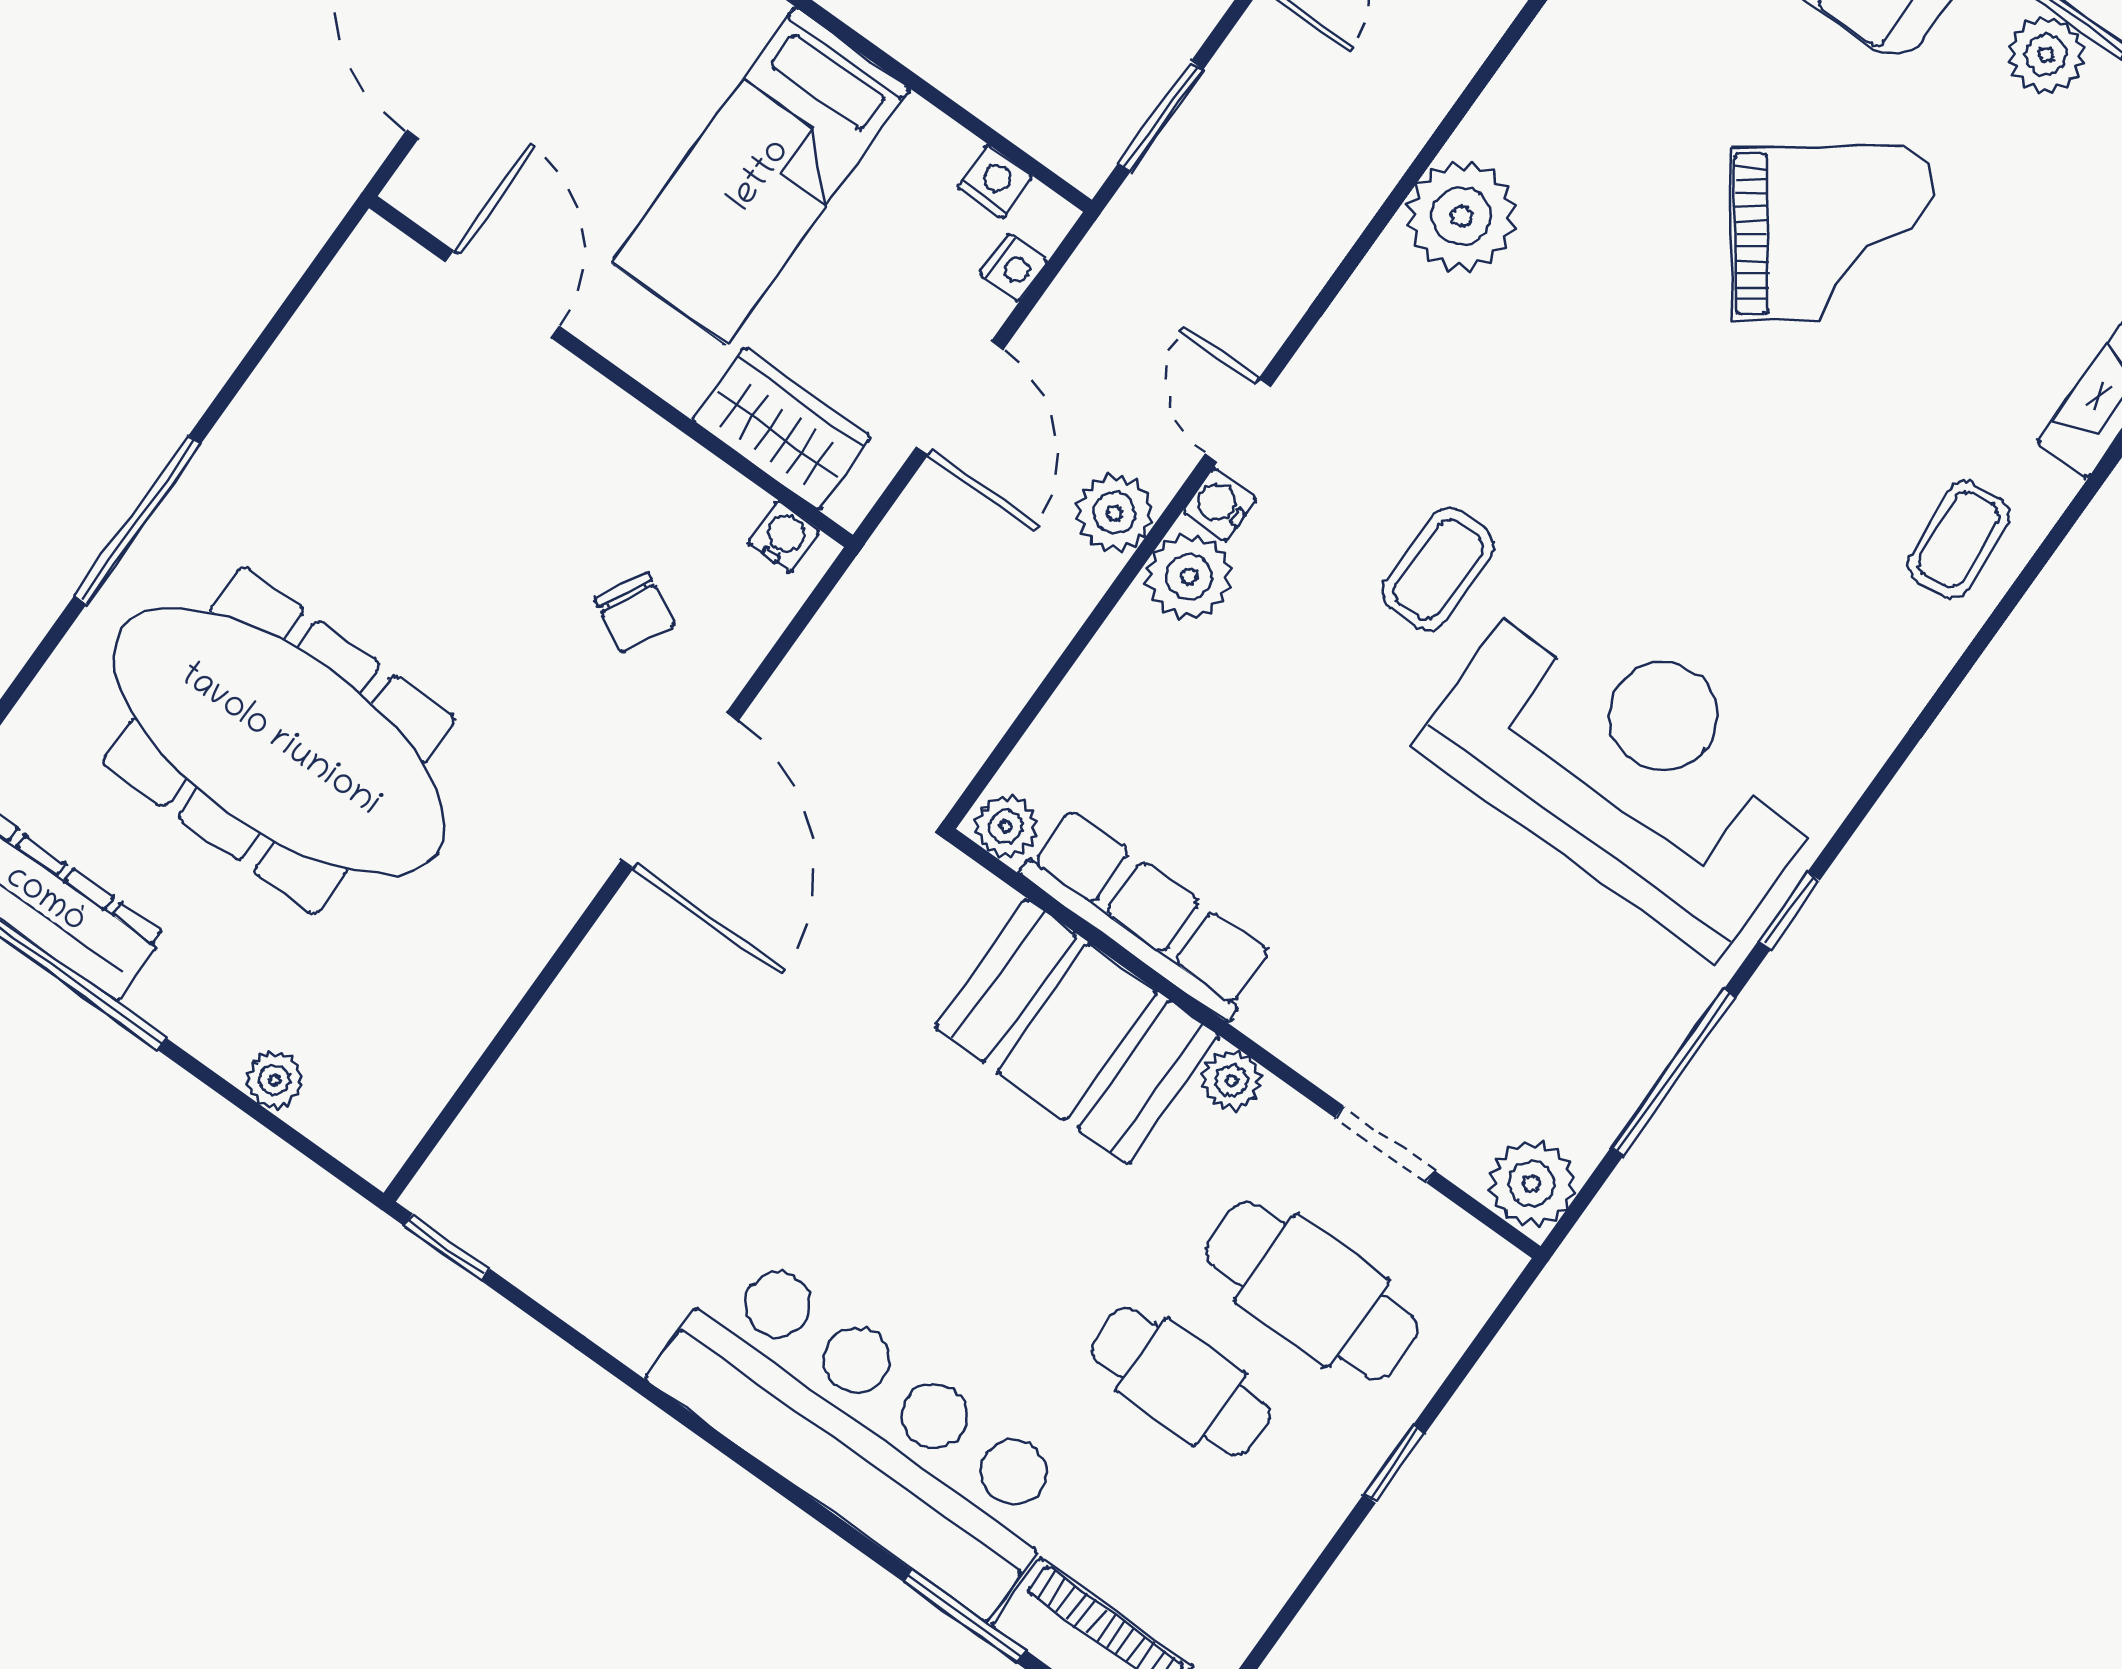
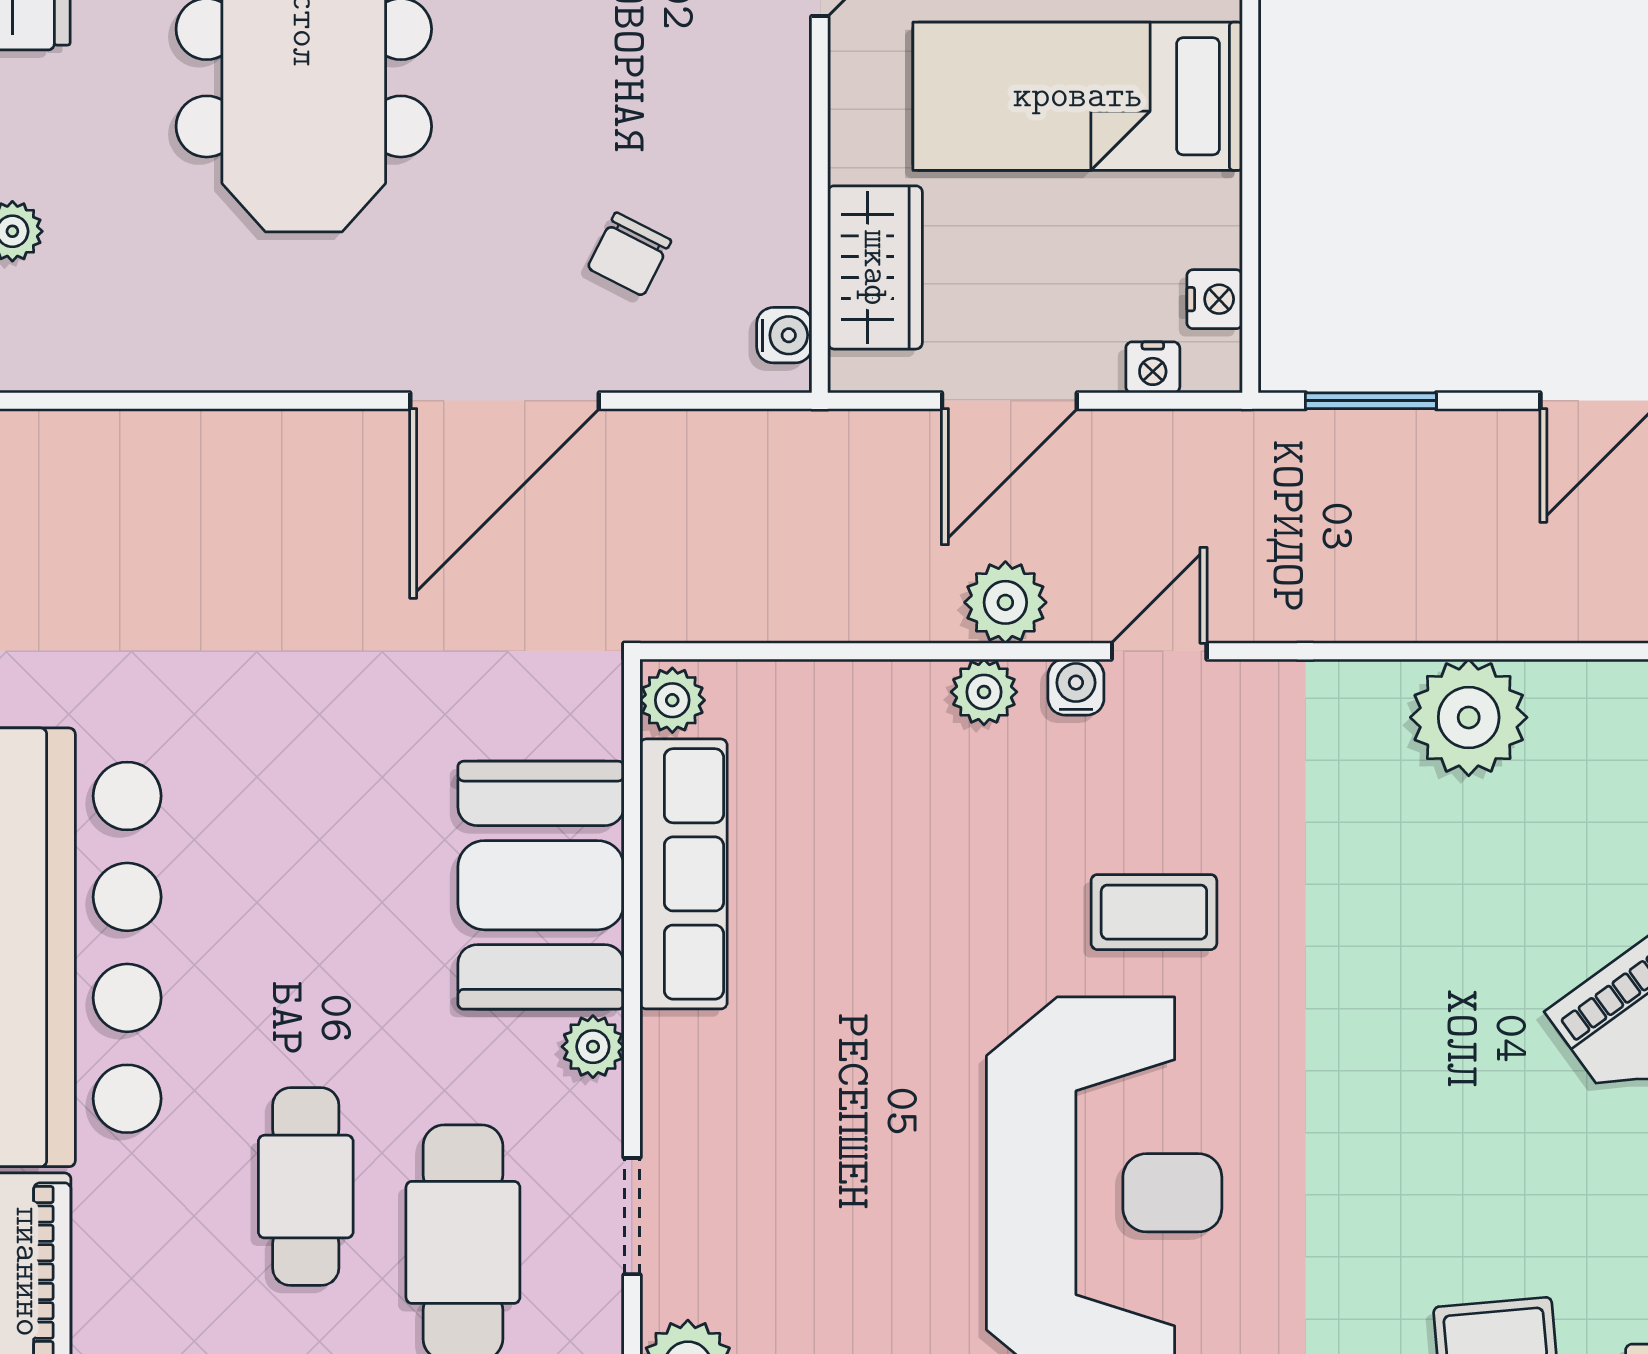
plant: (1189, 577) -> (984, 692), width x0.73, depth x0.73

